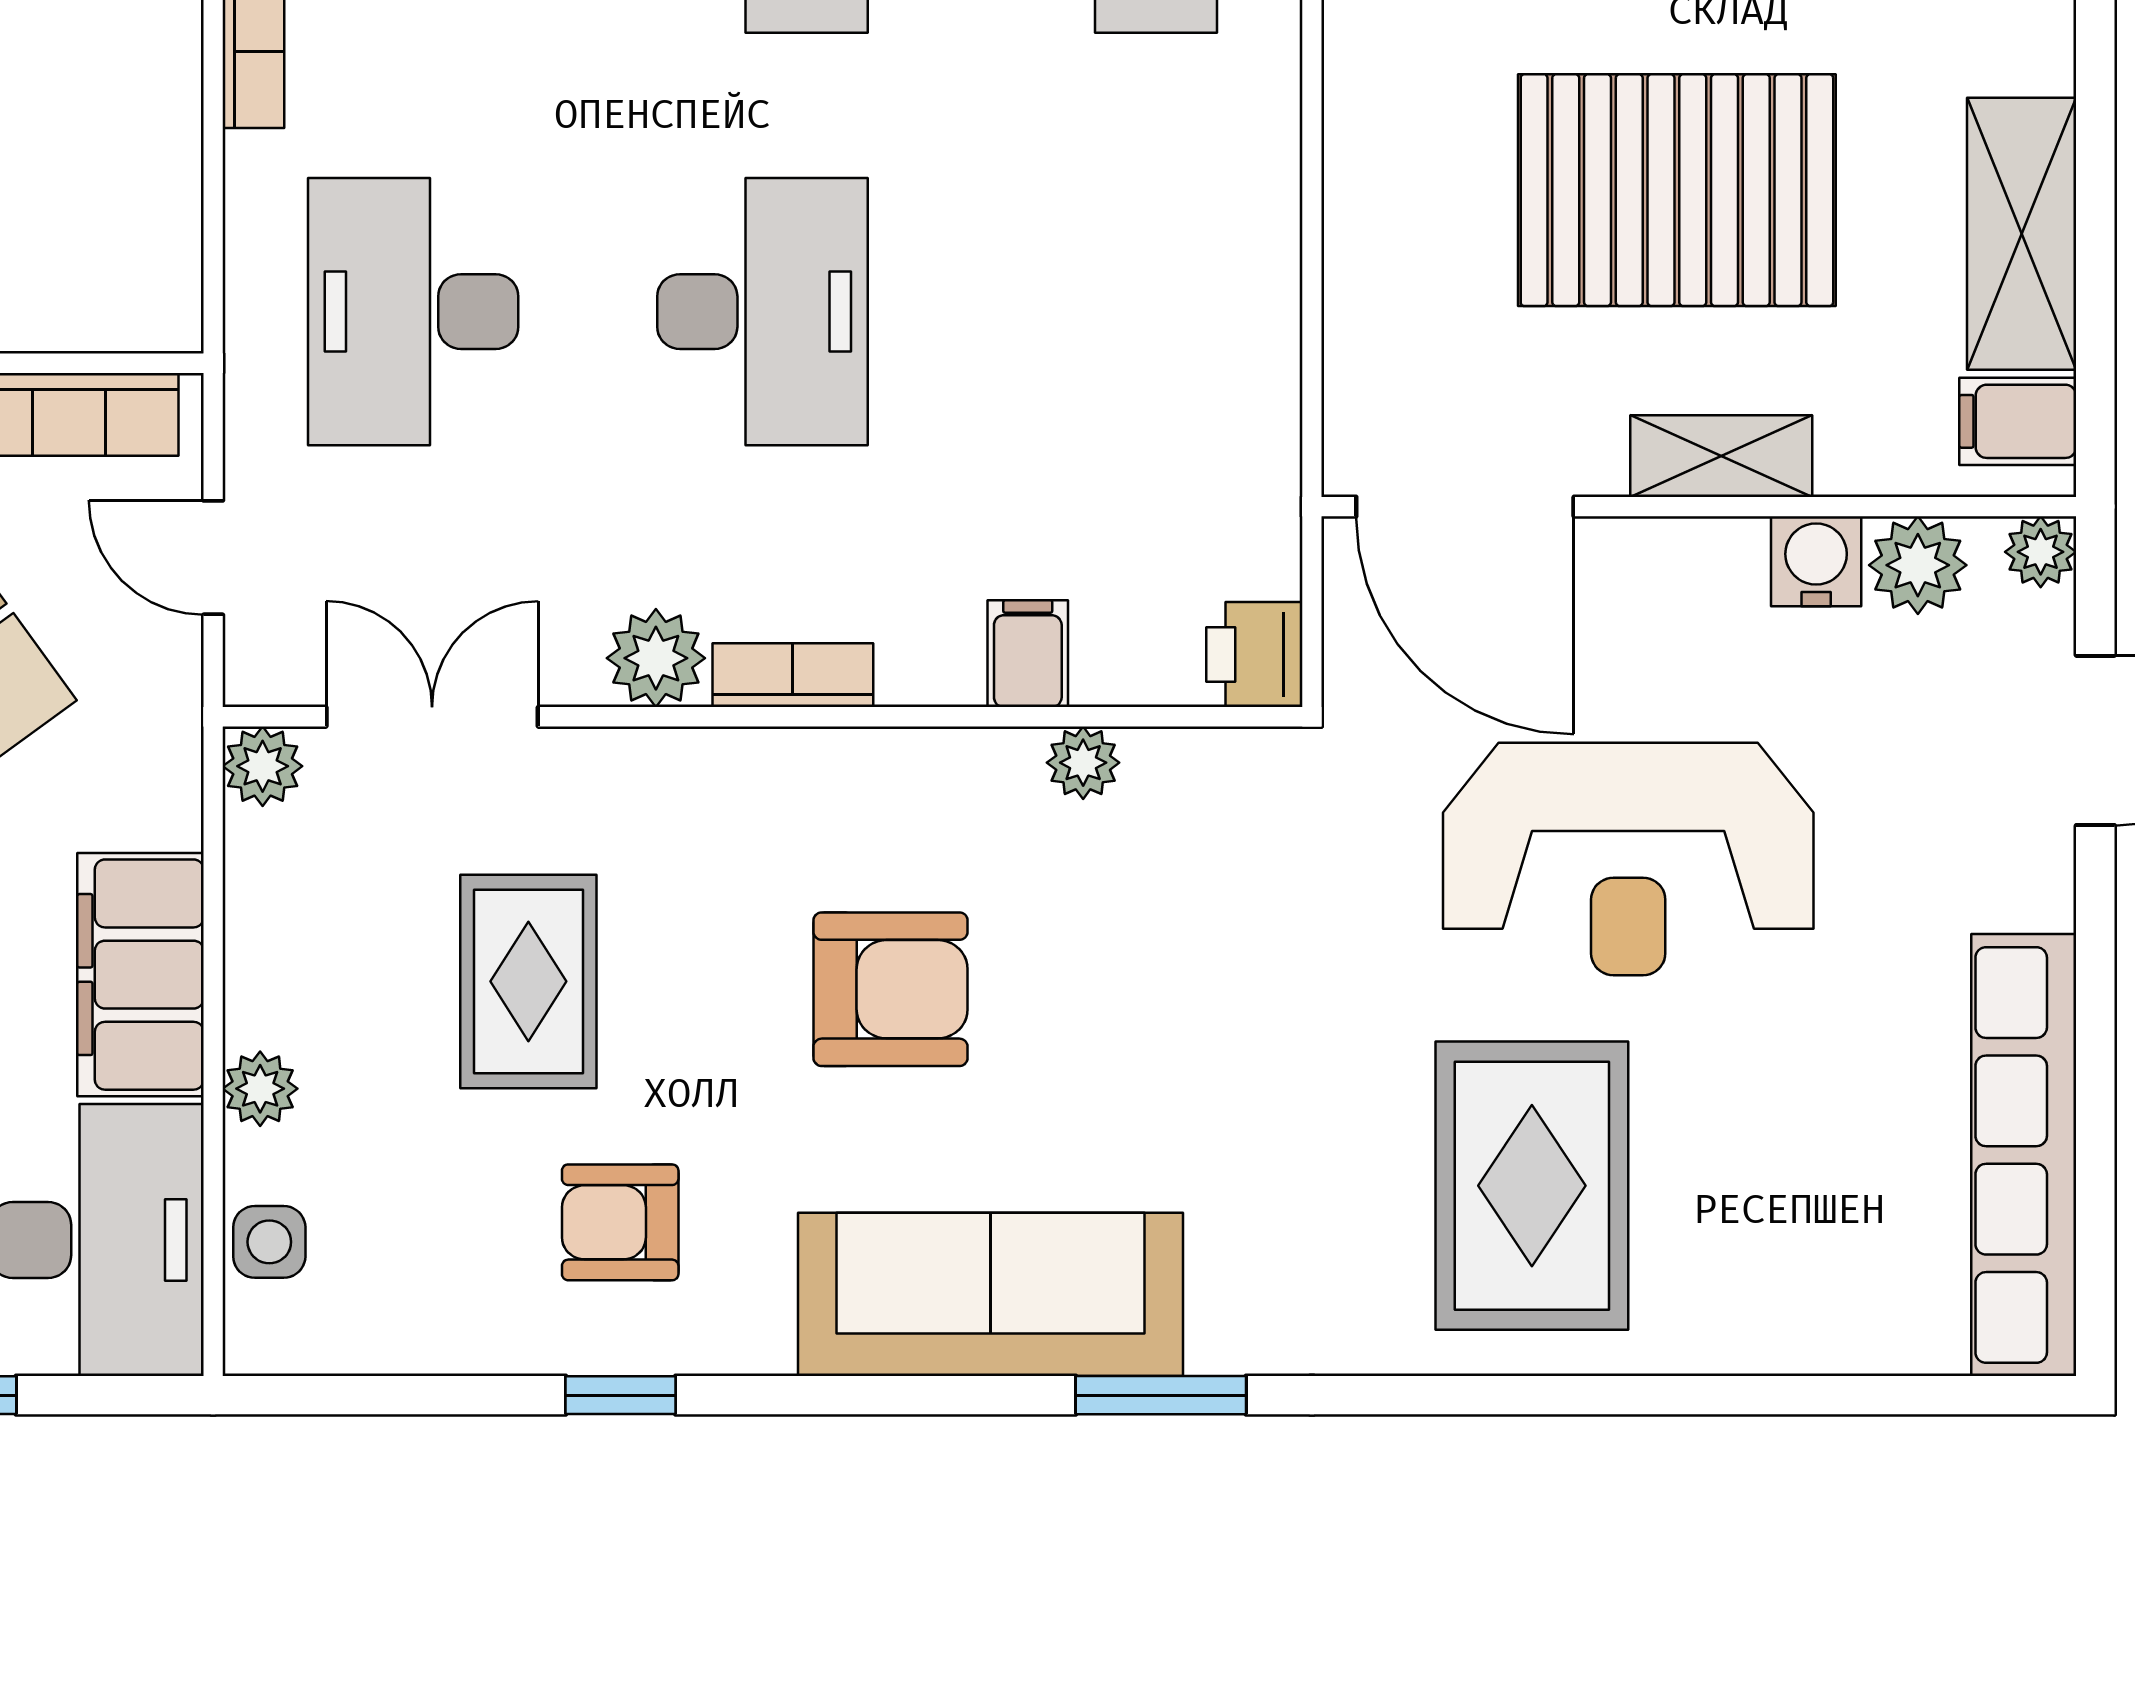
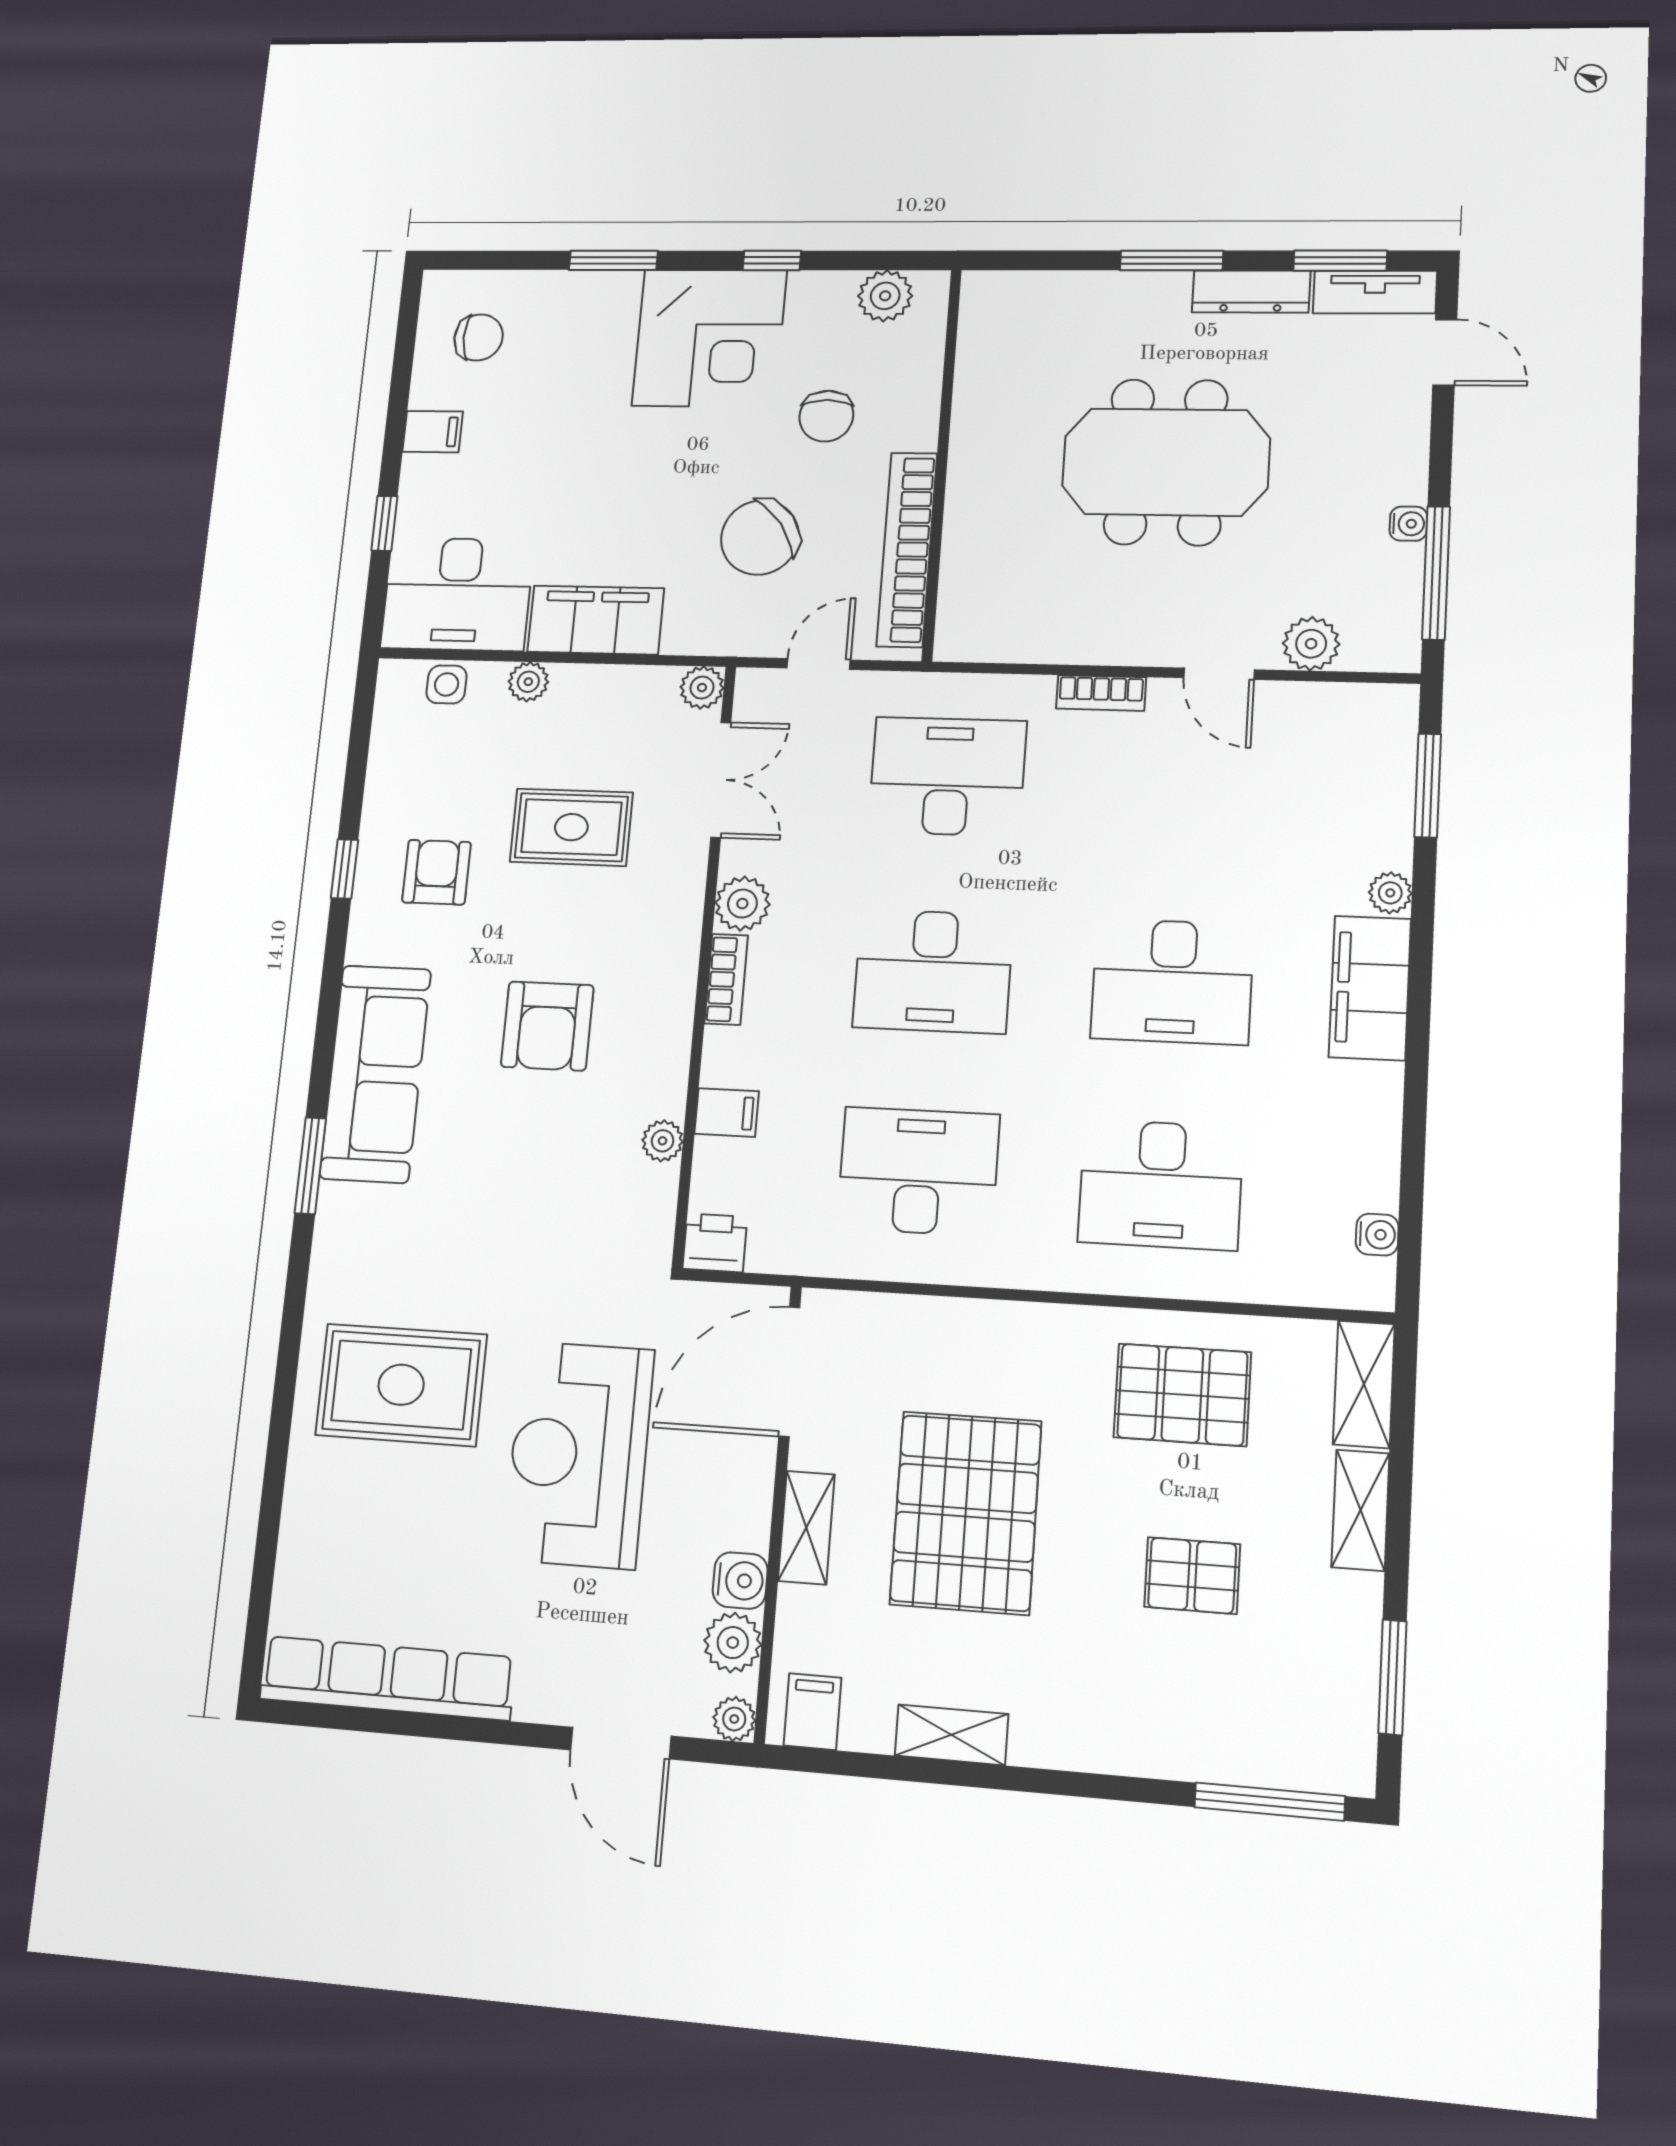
shelving: (2022, 234) -> (952, 1735), width x0.67, depth x0.75
desk: (1112, 312) -> (918, 1171), added

